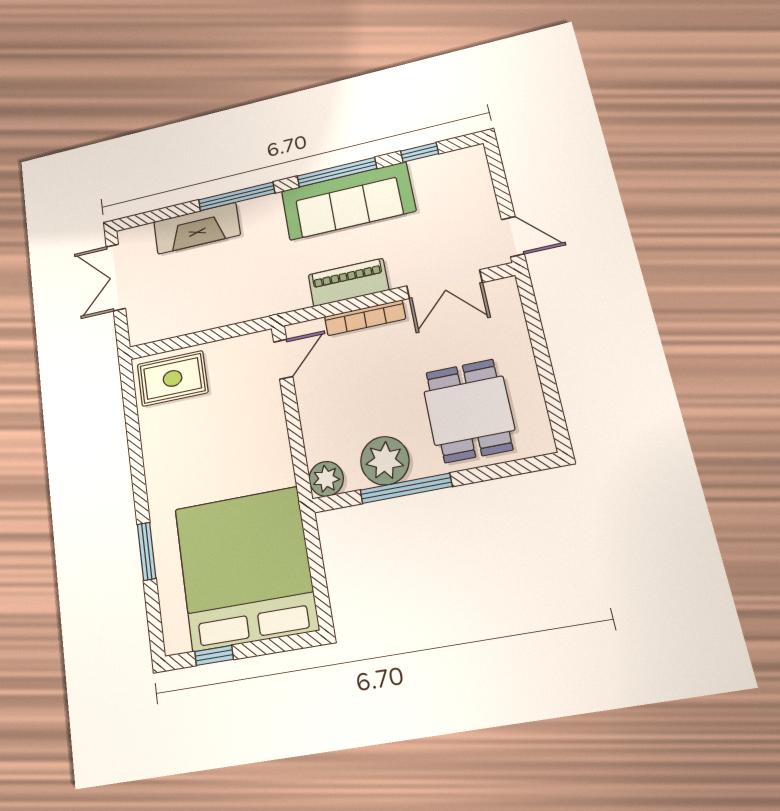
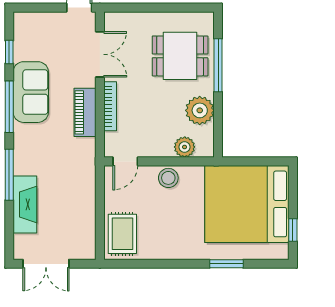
sofa: (348, 201) -> (31, 92), width x0.73
door: (283, 359) -> (125, 161), swing flipped
stool: (268, 431) -> (168, 178), added
plant: (326, 479) -> (185, 147), moved
window: (406, 488) -> (218, 65), moved

